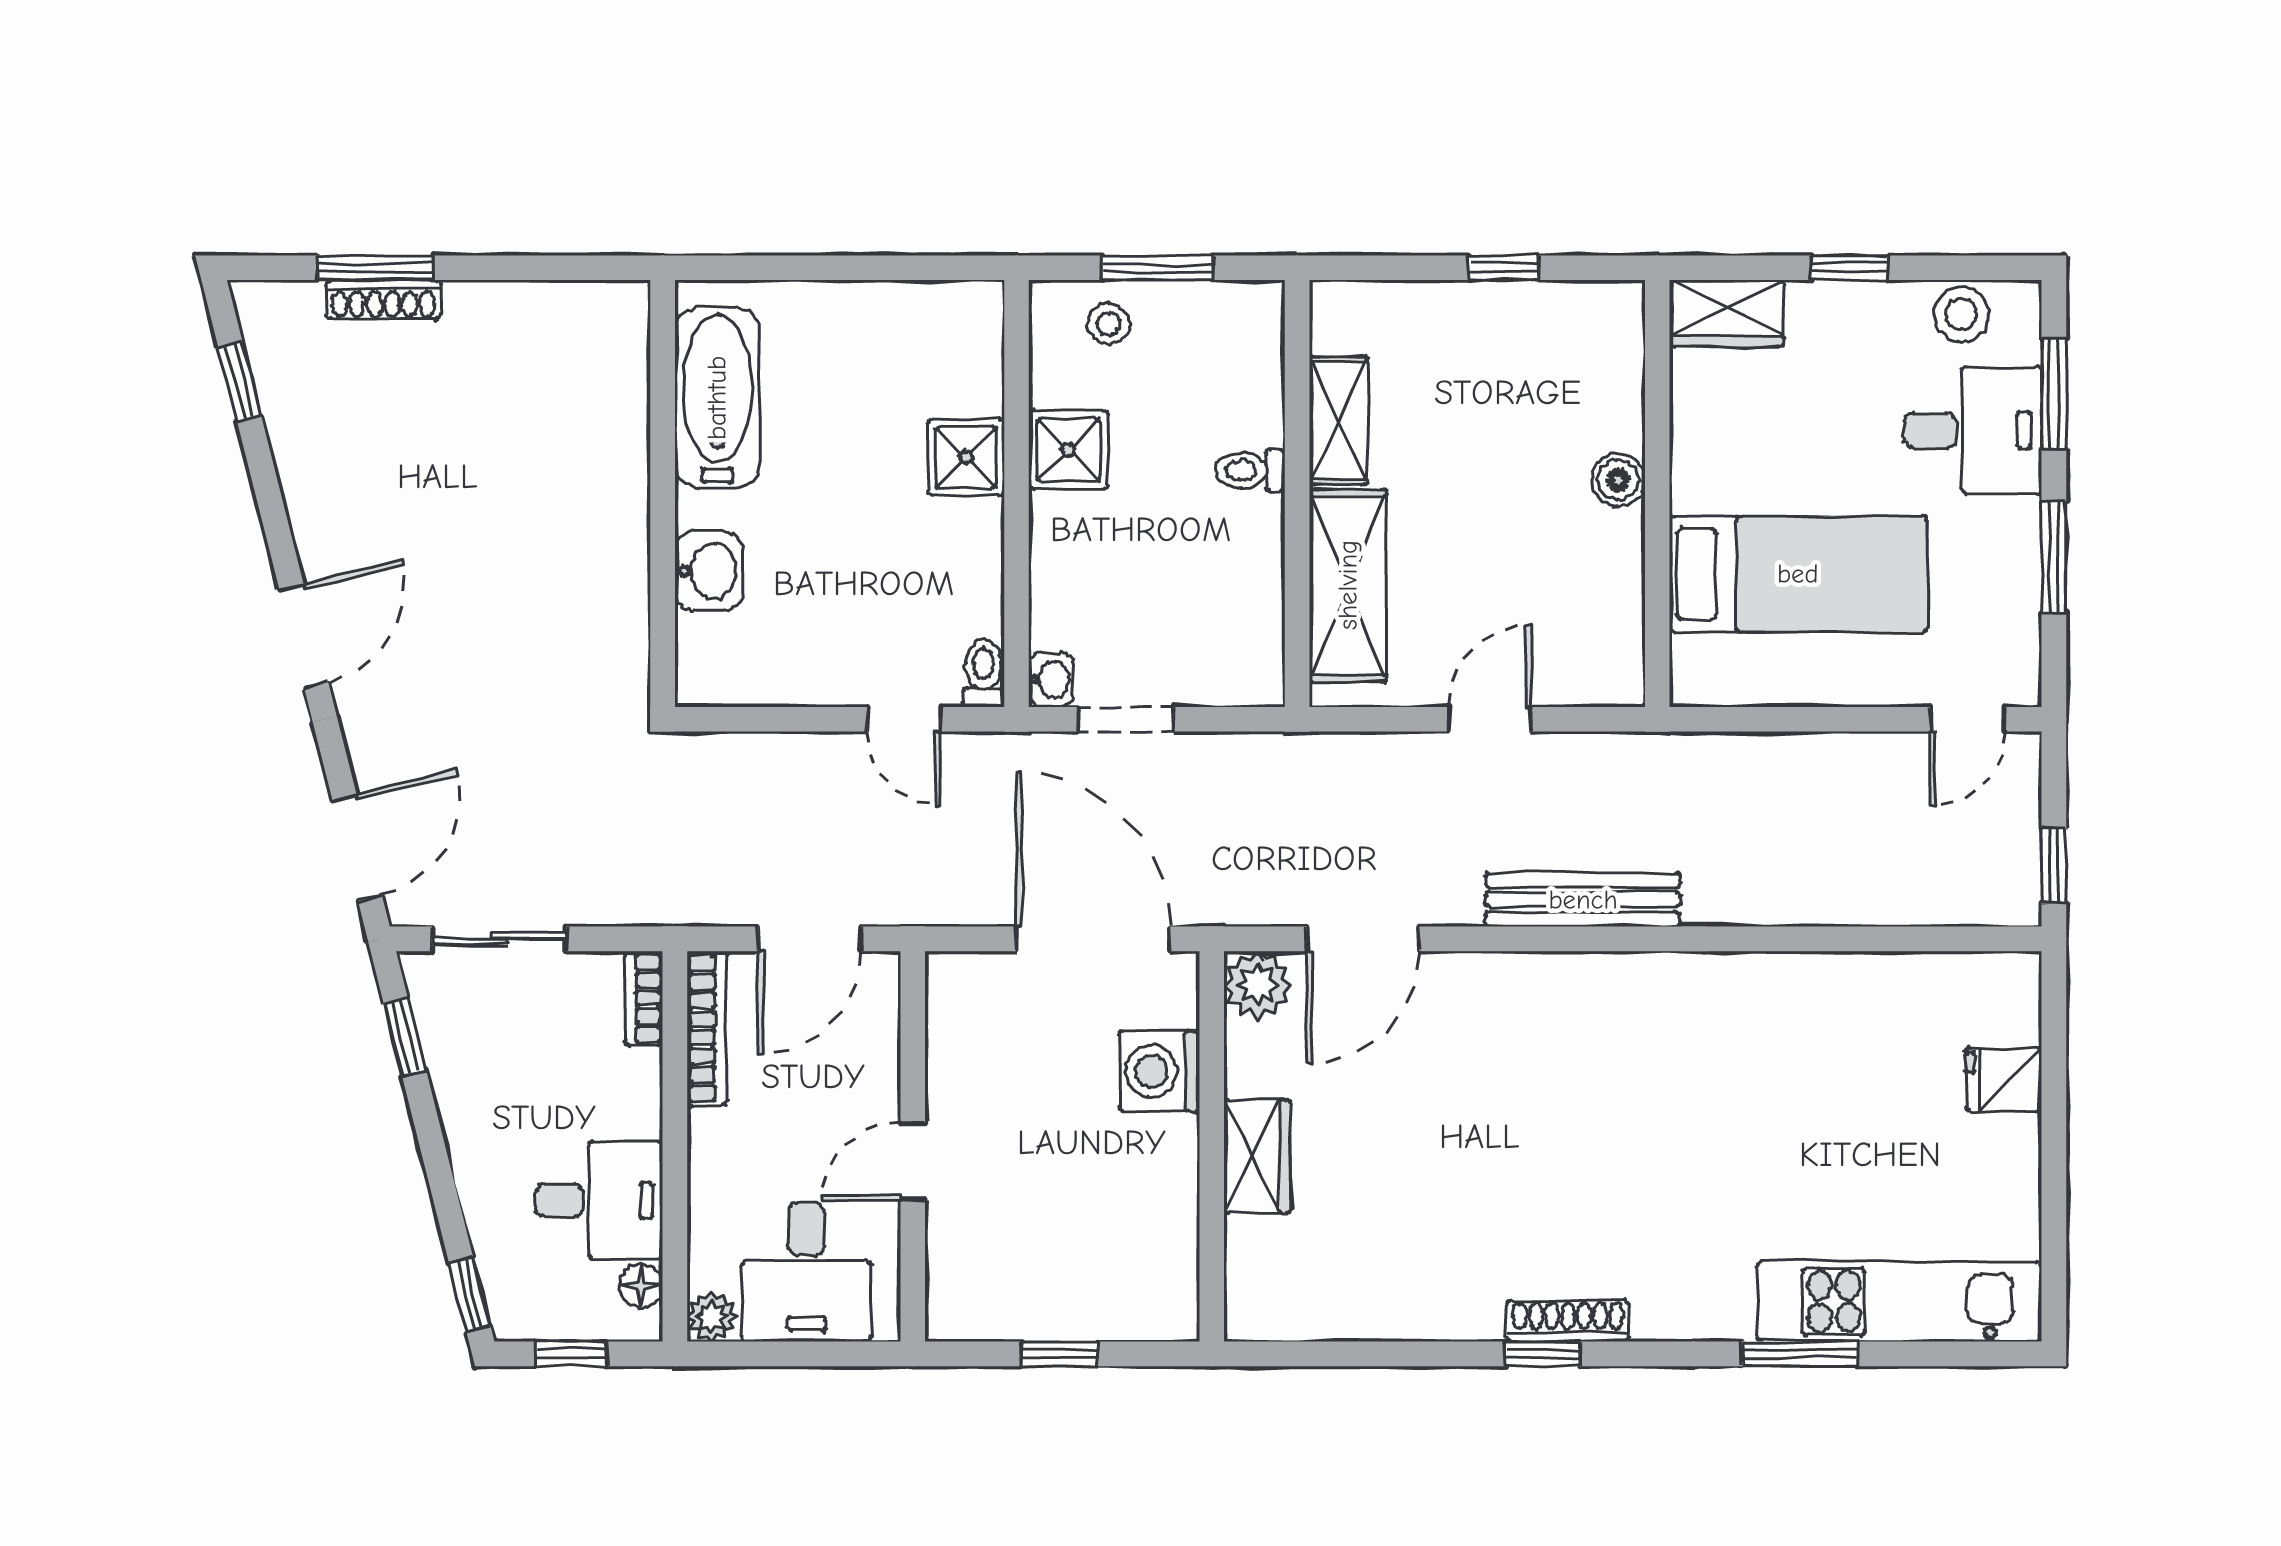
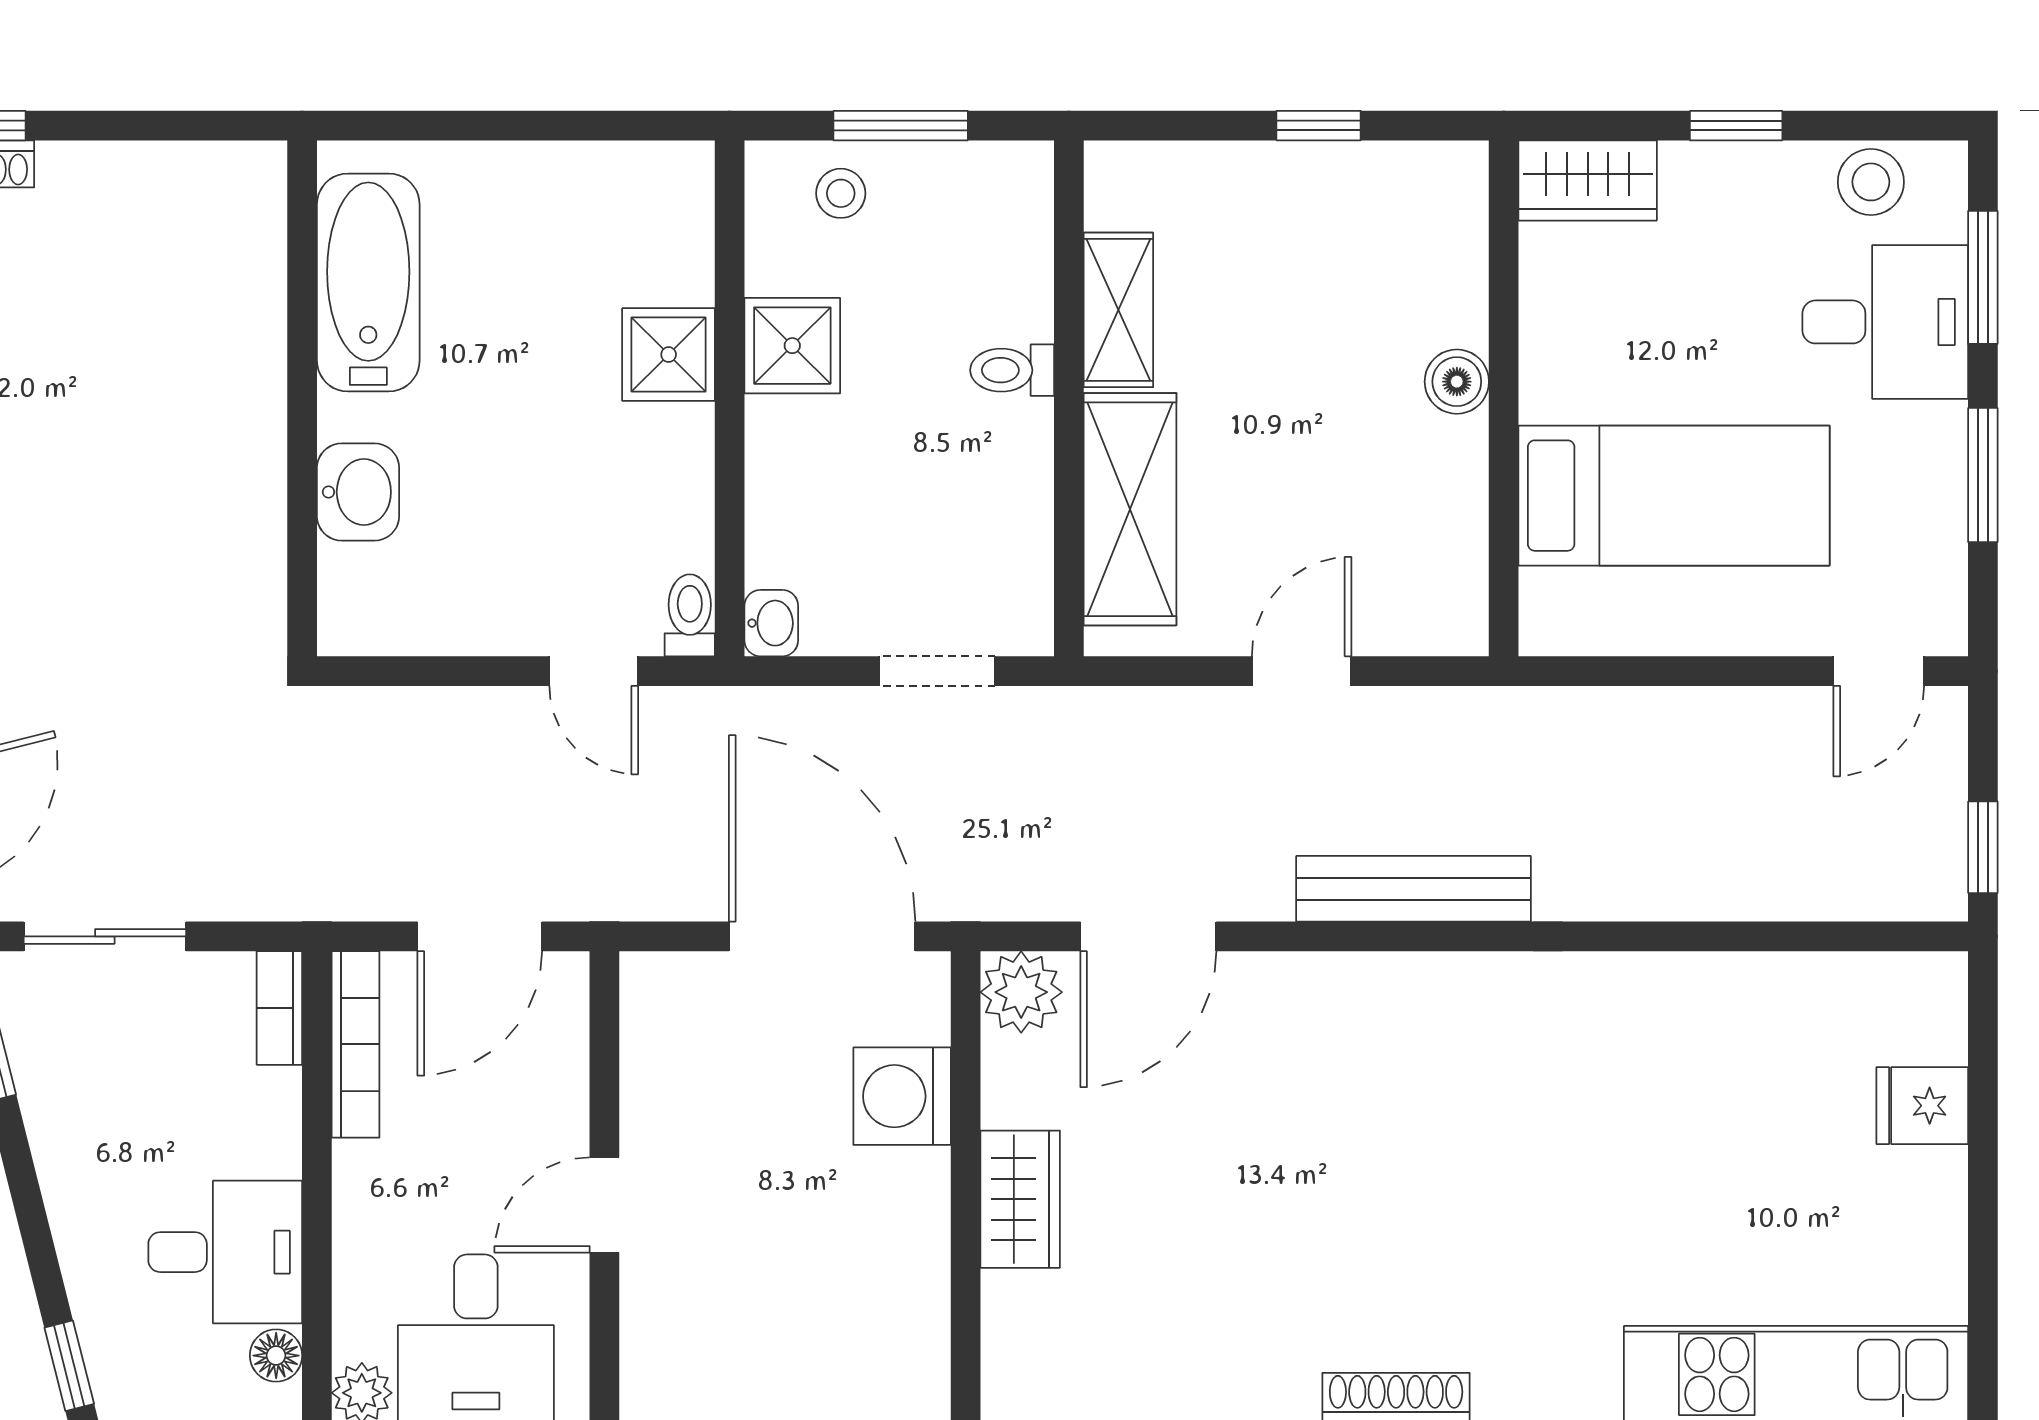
doorway: (1126, 719) -> (937, 671), moved

